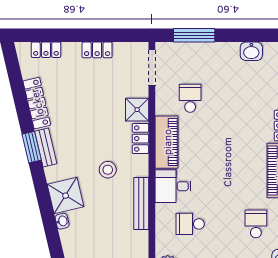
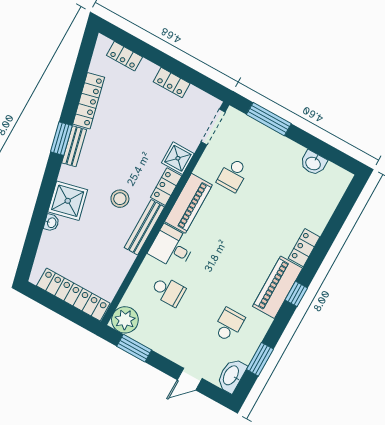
school desk: (190, 98) -> (233, 175), turned 180
bench: (141, 203) -> (144, 227), moved
school desk: (190, 224) -> (168, 291), turned 180

